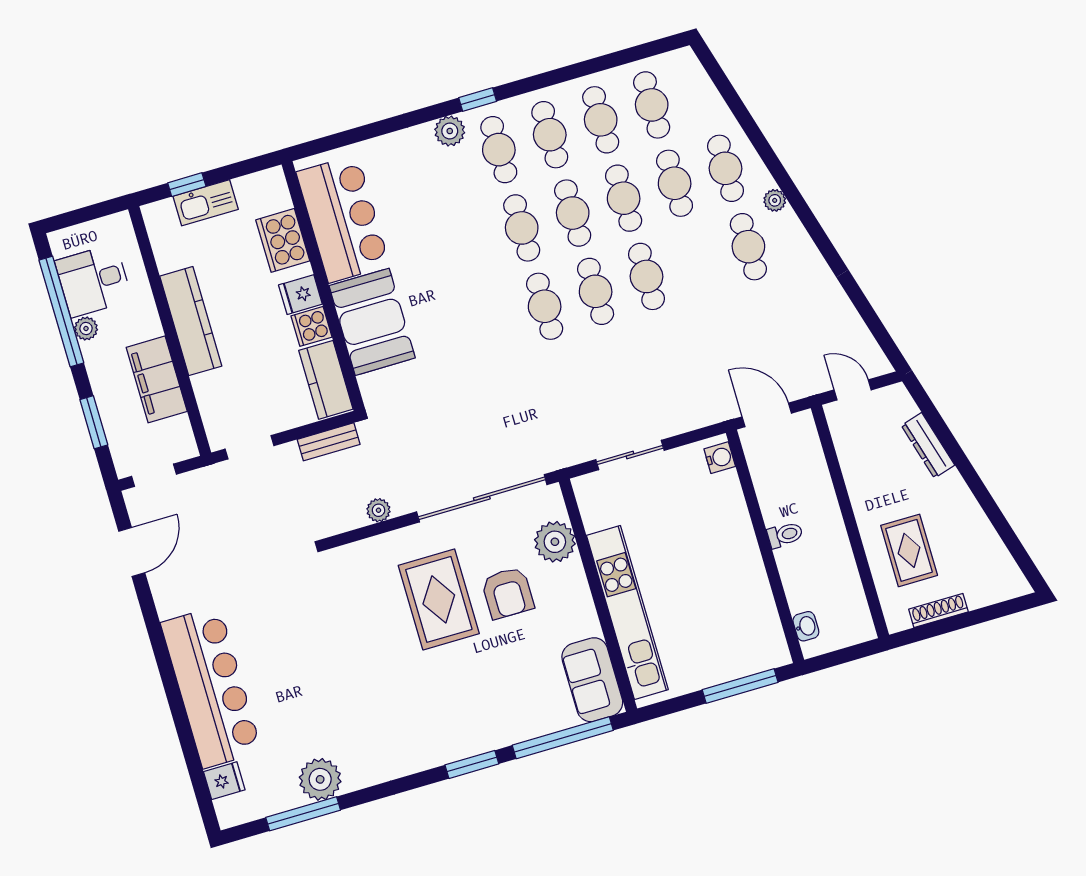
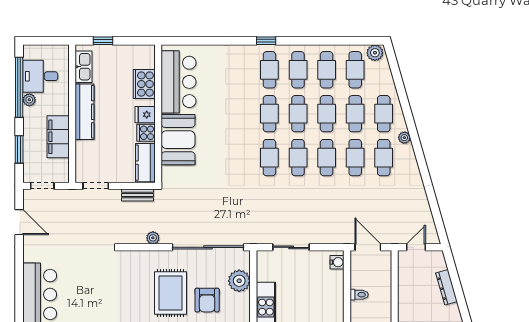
plant: (450, 131) -> (375, 53), moved
kitchen sink: (206, 203) -> (84, 67), moved, turned -90
cafe table: (697, 262) -> (355, 158), added
door: (853, 390) -> (416, 247), hinge flipped
toilet: (785, 535) -> (359, 295), moved
door: (132, 552) -> (19, 222), hinge flipped

